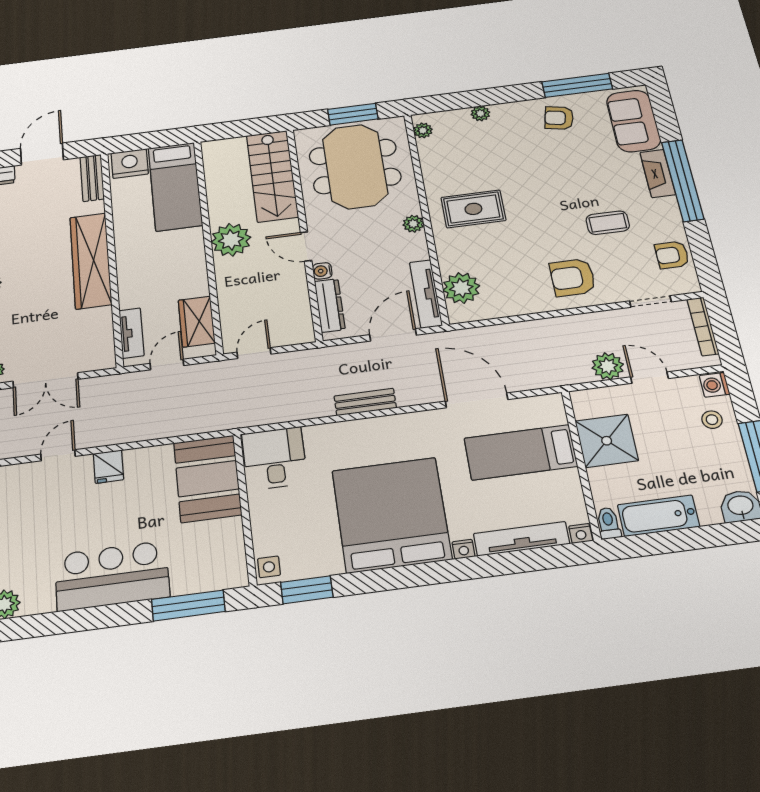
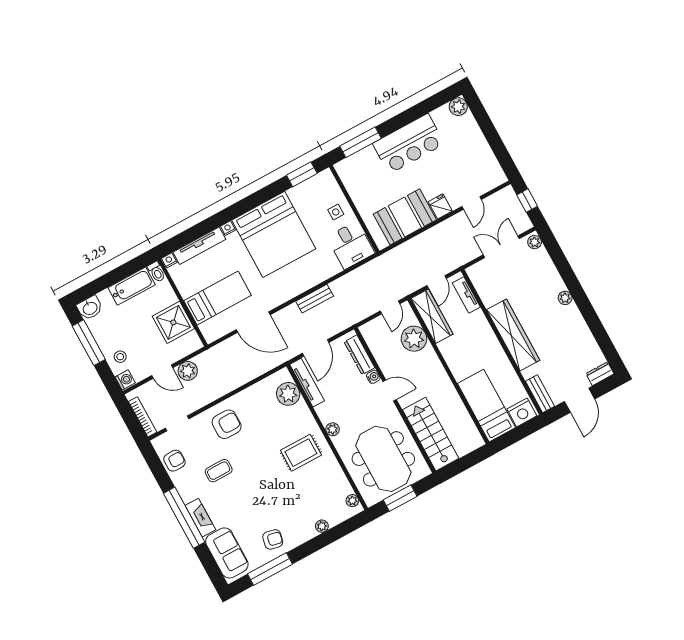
plant: (231, 240) -> (414, 339), moved
wardrobe: (197, 321) -> (432, 316), width x1.50
booth: (207, 479) -> (405, 217), moved, turned 90
side table: (269, 567) -> (336, 212), moved

